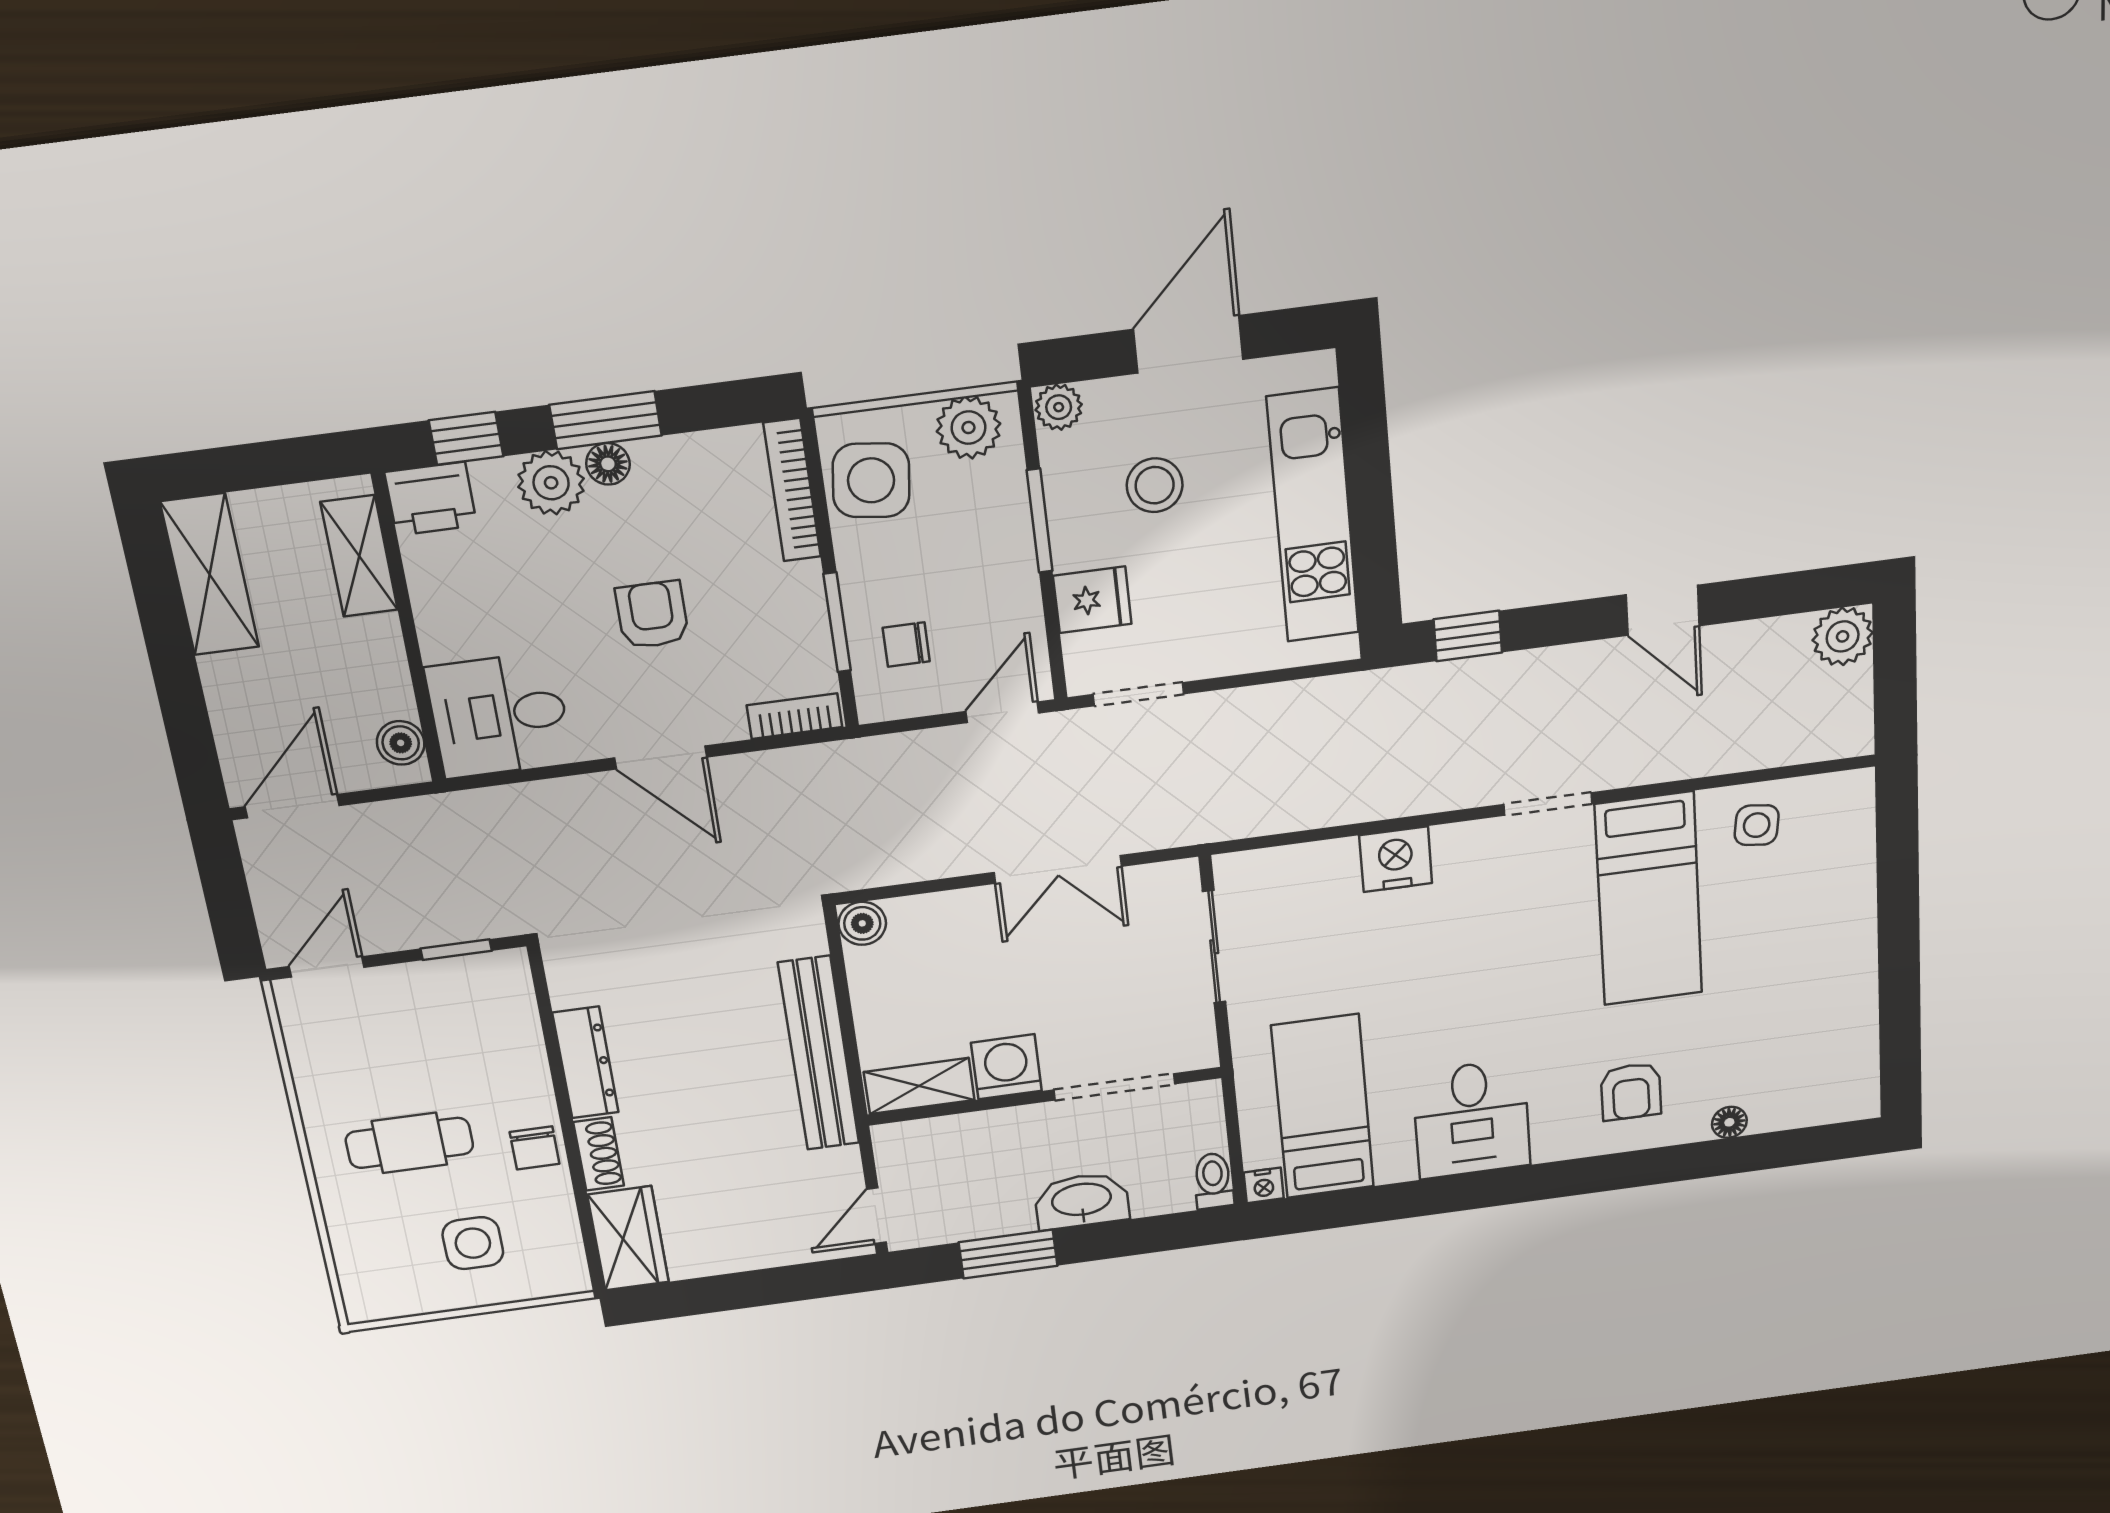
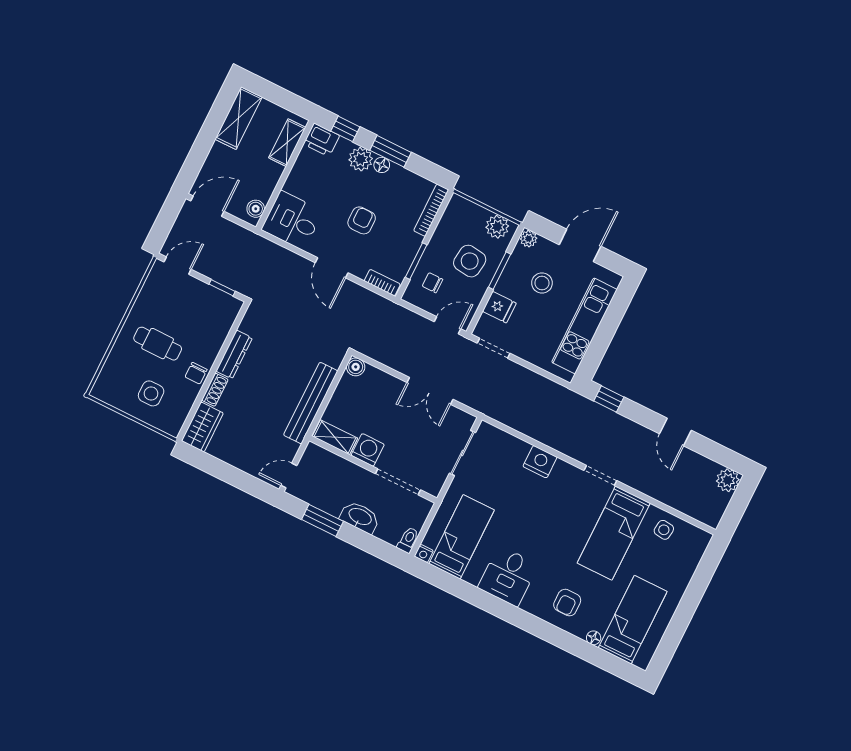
side table: (871, 480) -> (470, 261), moved
bed: (1793, 1039) -> (633, 620), added

